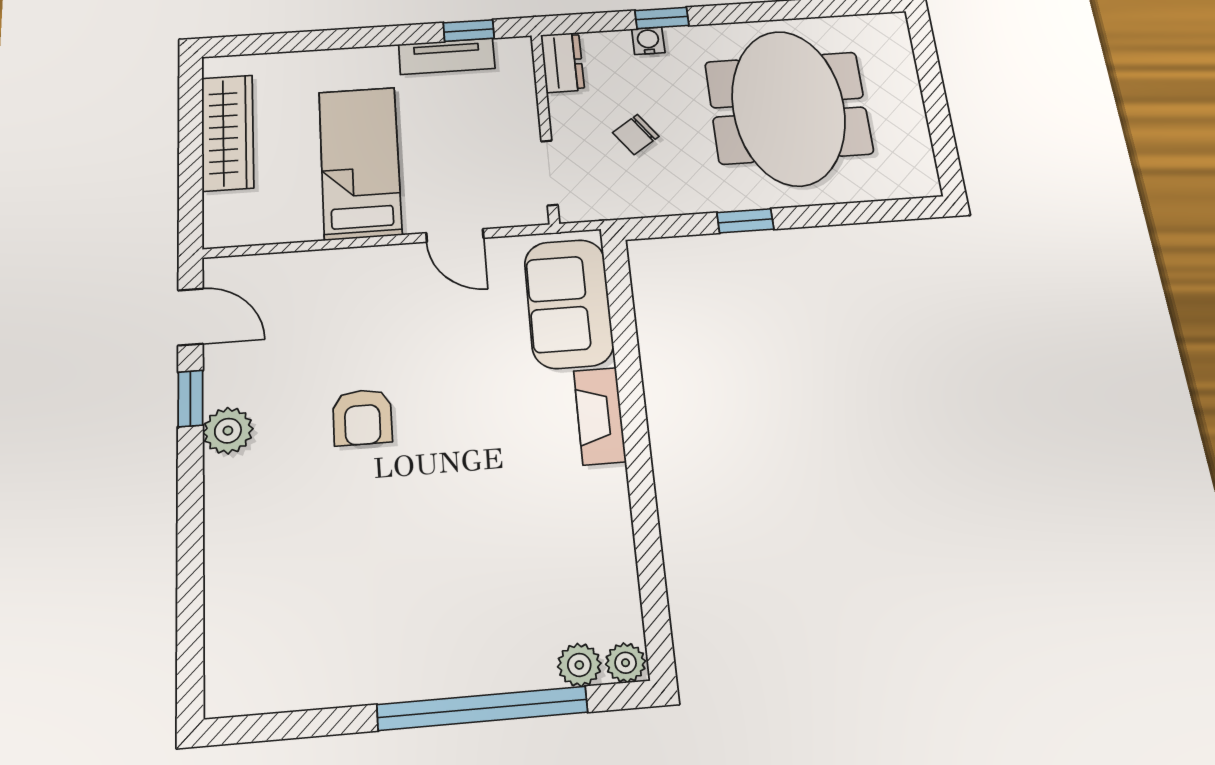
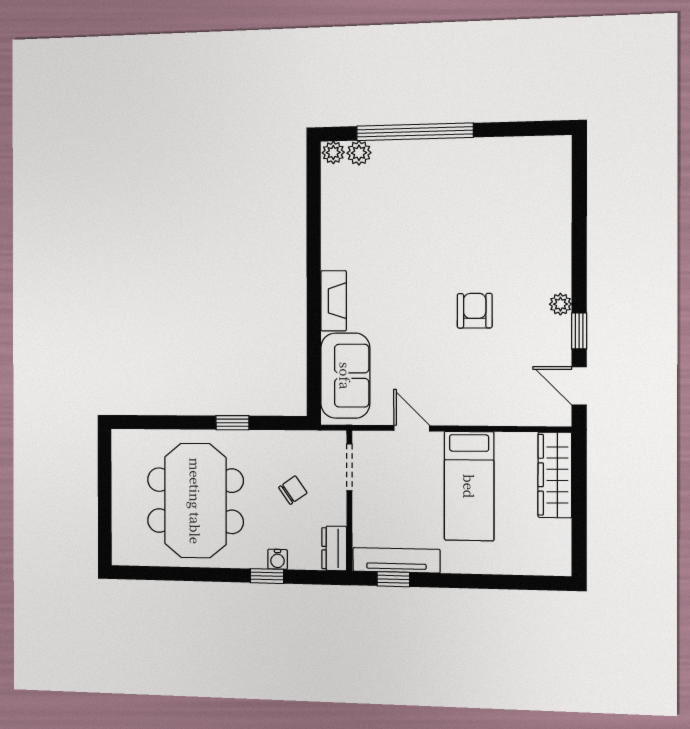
tv unit: (447, 56) -> (396, 560), width x1.41
wardrobe: (228, 133) -> (555, 475), moved
plant: (228, 431) -> (560, 304), width x0.73, depth x0.73

